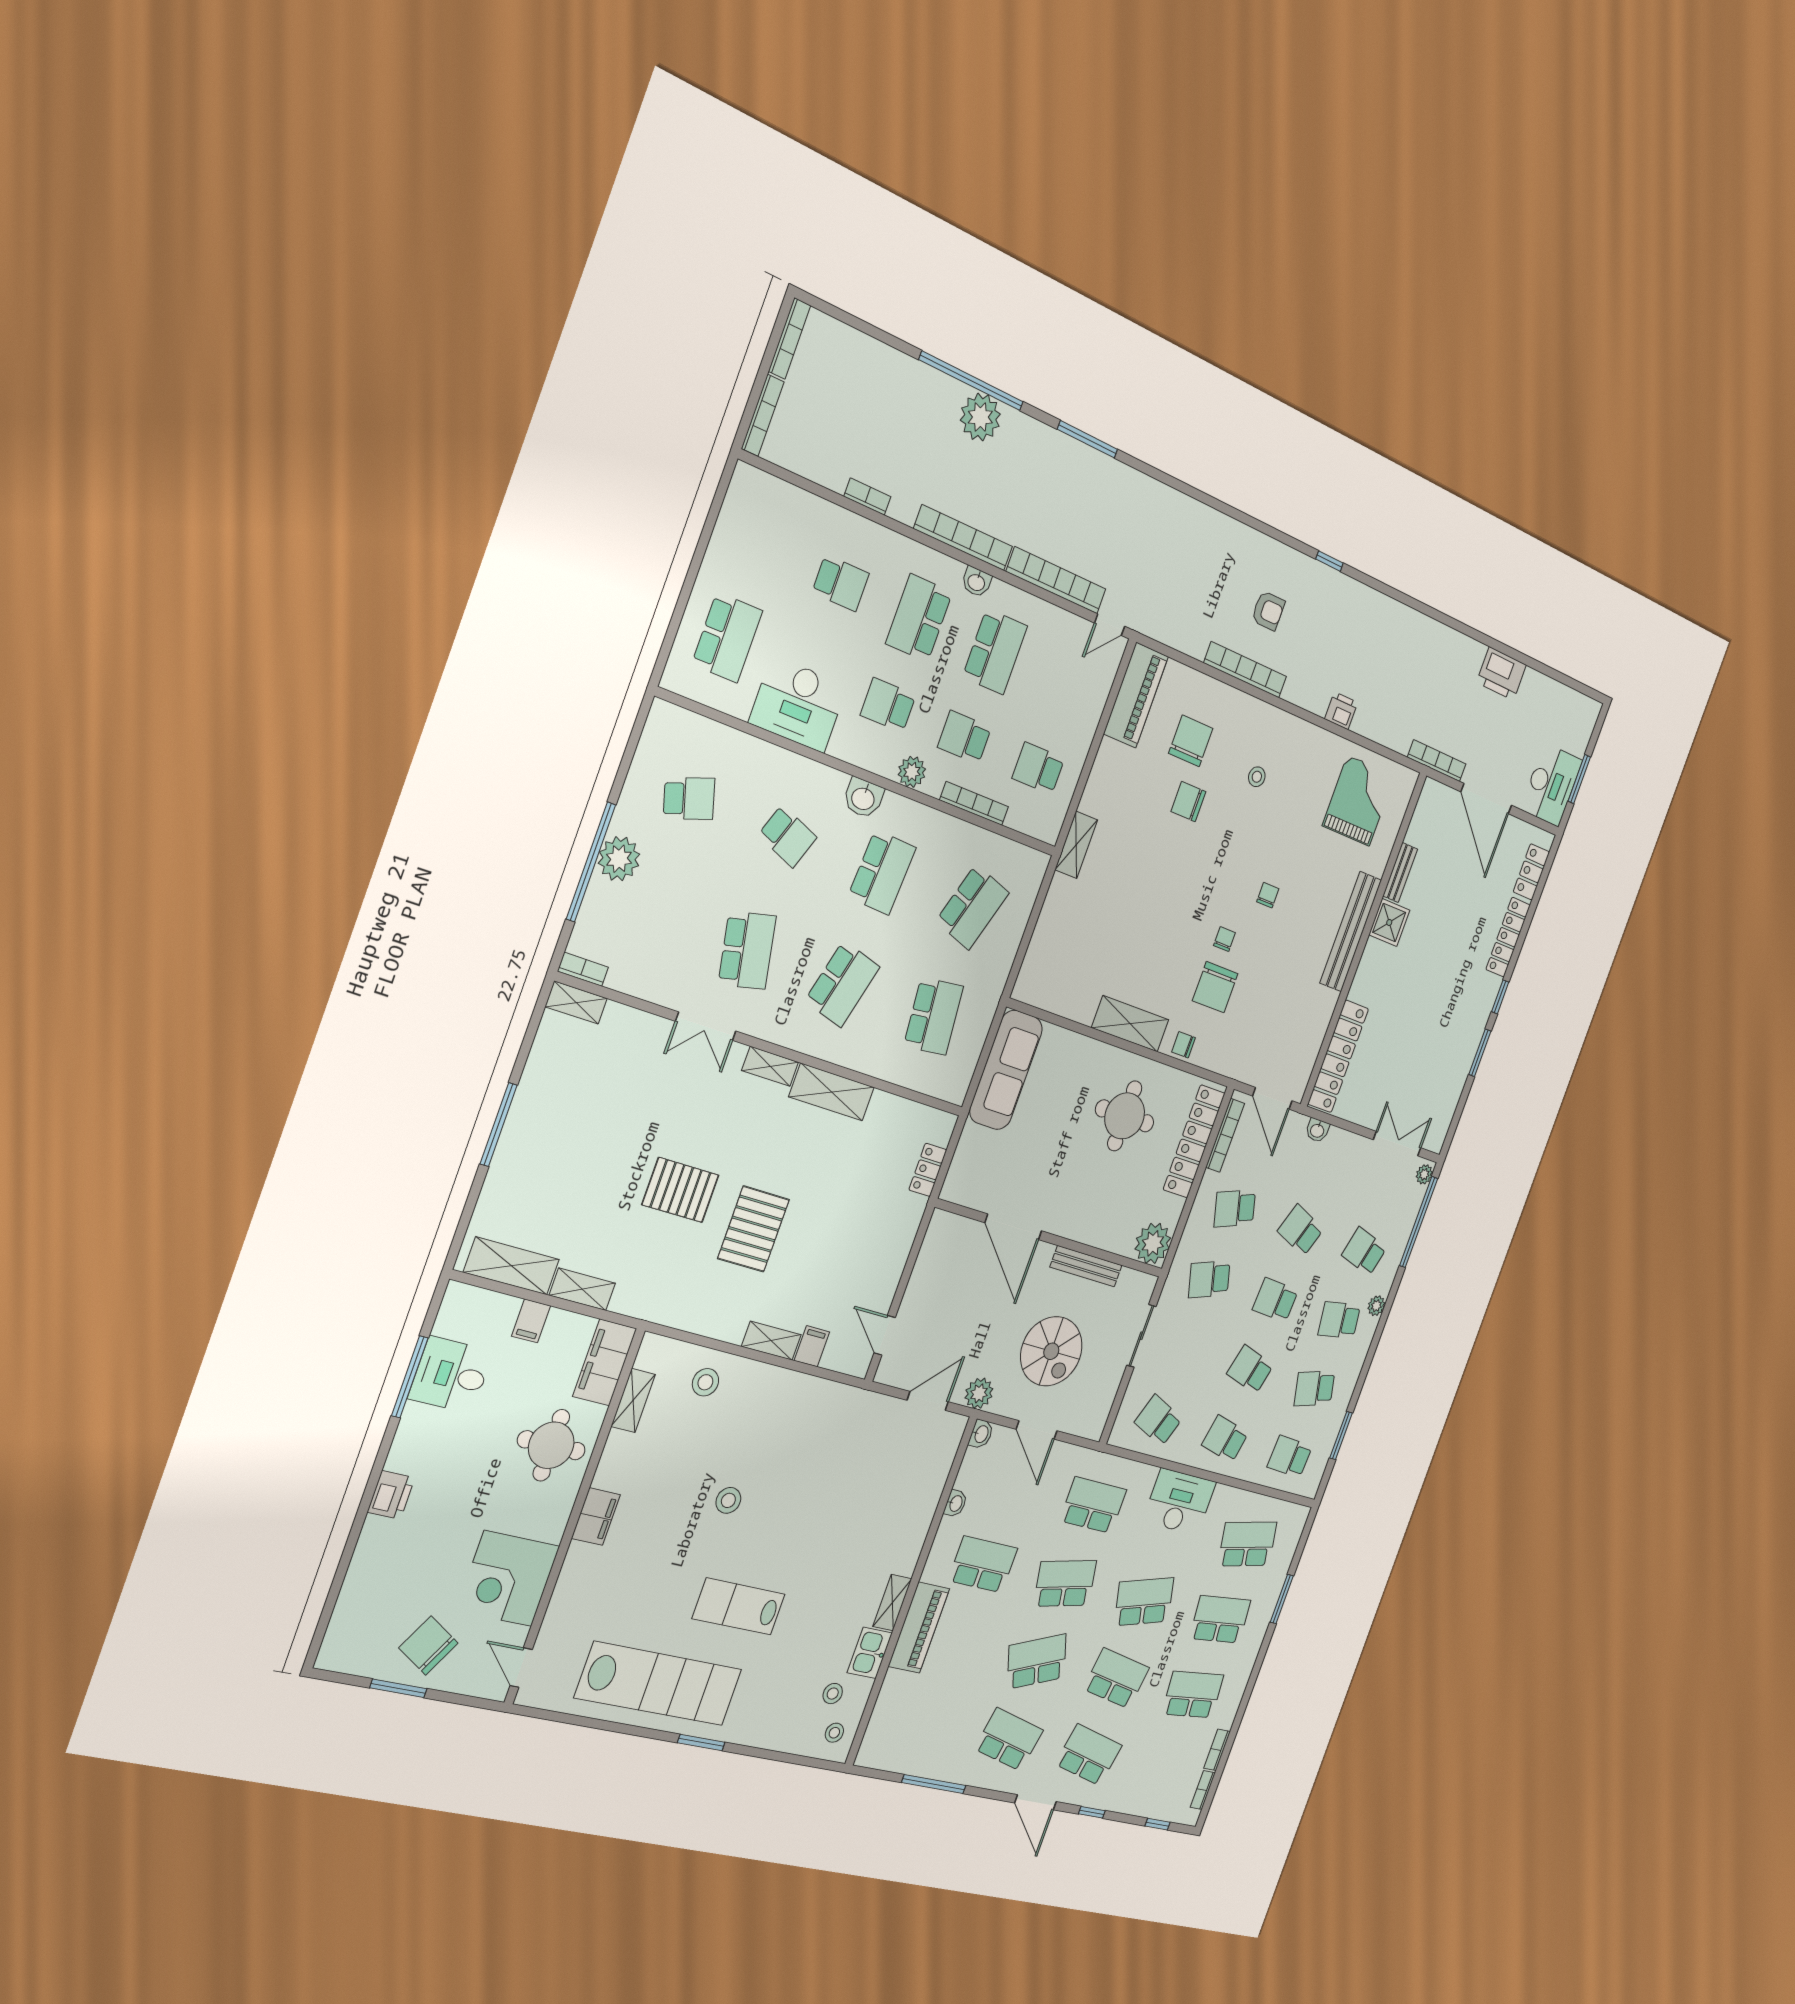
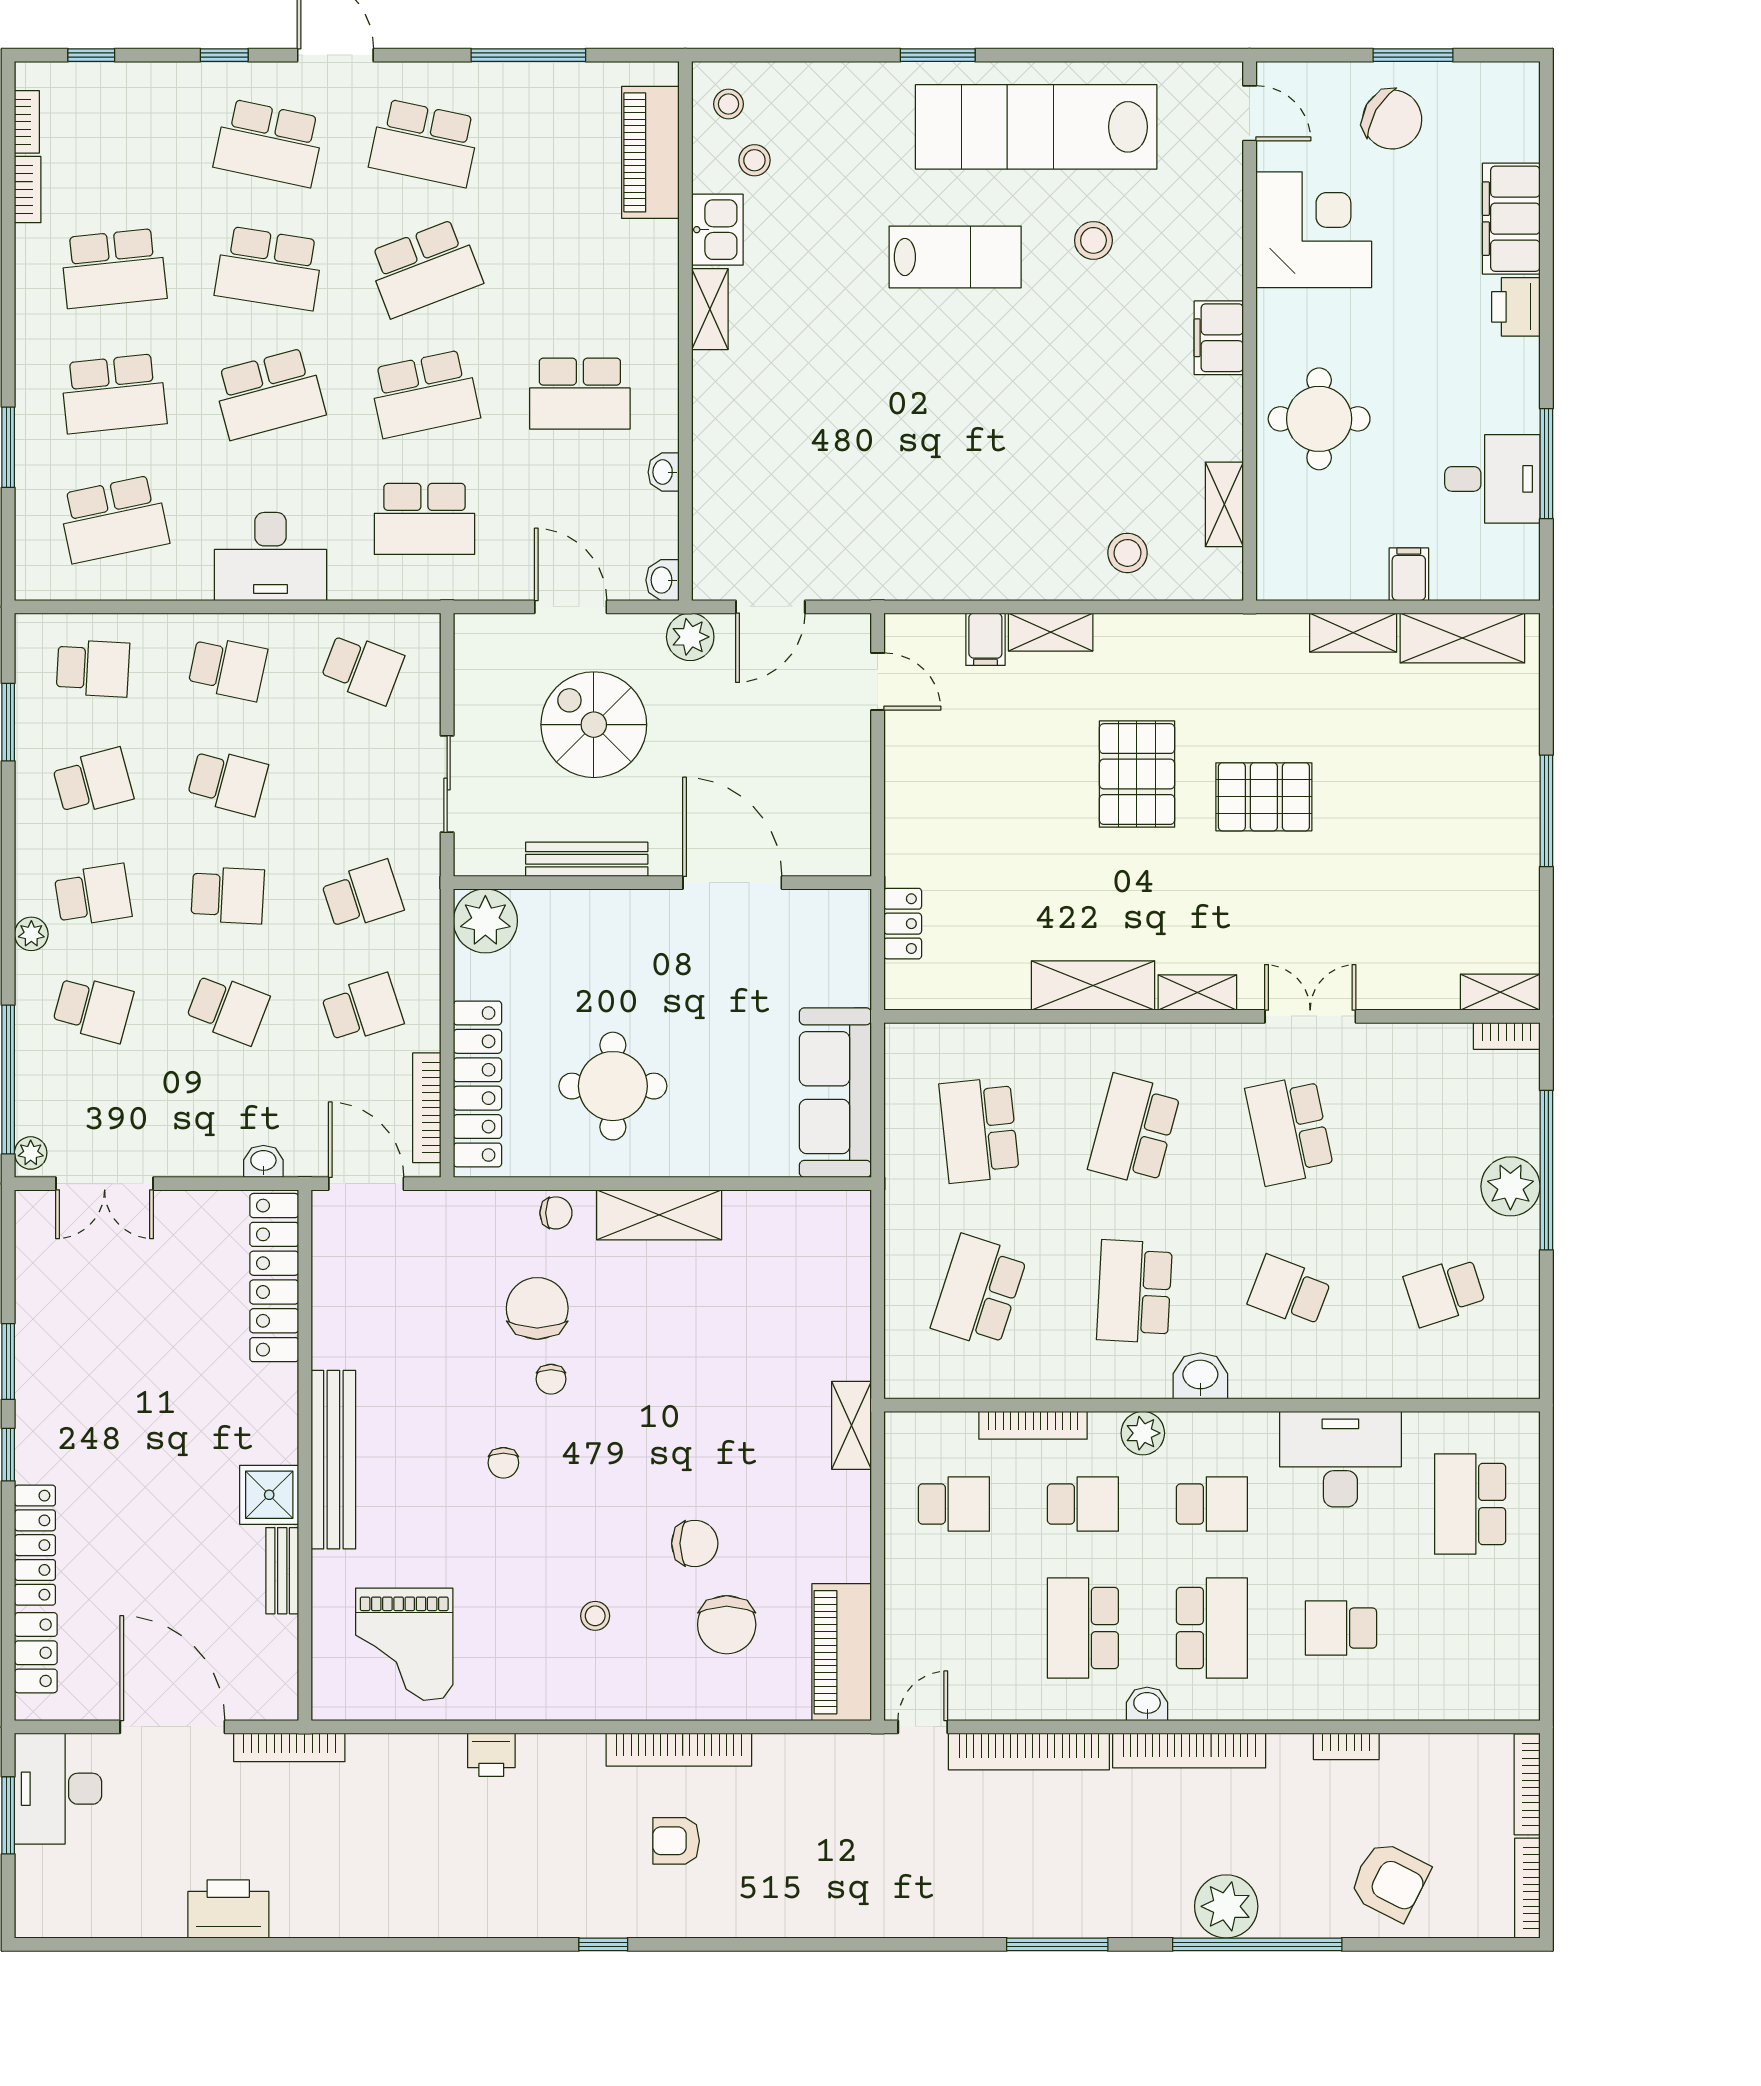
armchair: (875, 386) -> (1390, 1881), added
filing cabinet: (605, 1362) -> (1511, 219), moved, turned 180
stool: (728, 1500) -> (1093, 240), moved
piano: (919, 1628) -> (650, 152), moved

